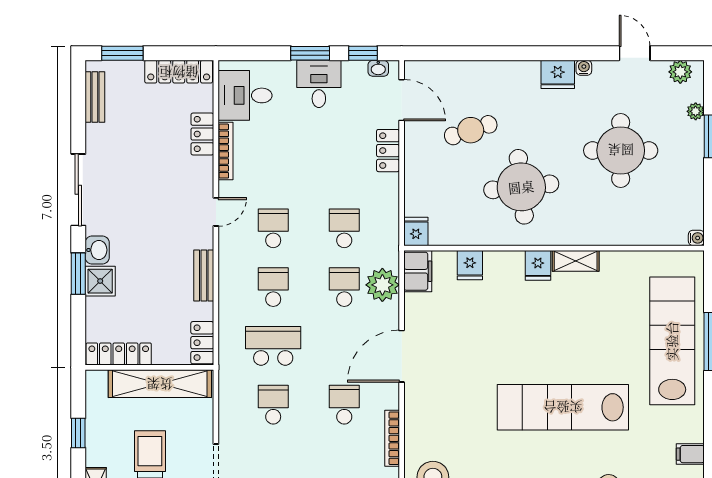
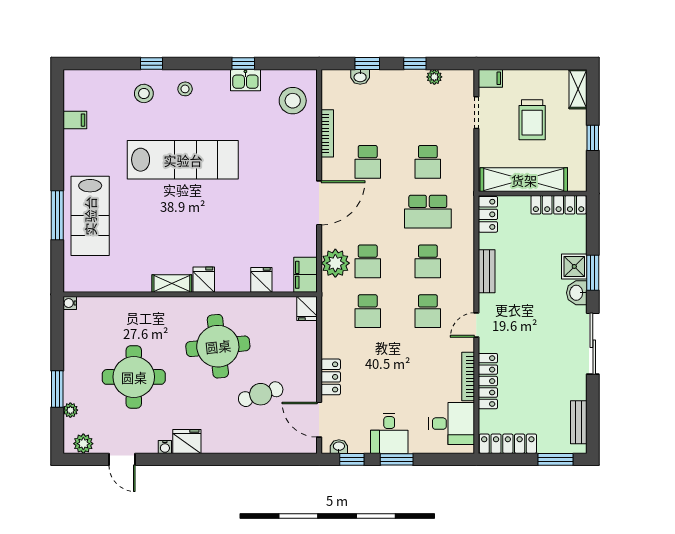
locker: (202, 134) -> (488, 381), width x1.53
lab bench: (672, 341) -> (90, 216), width x0.73

